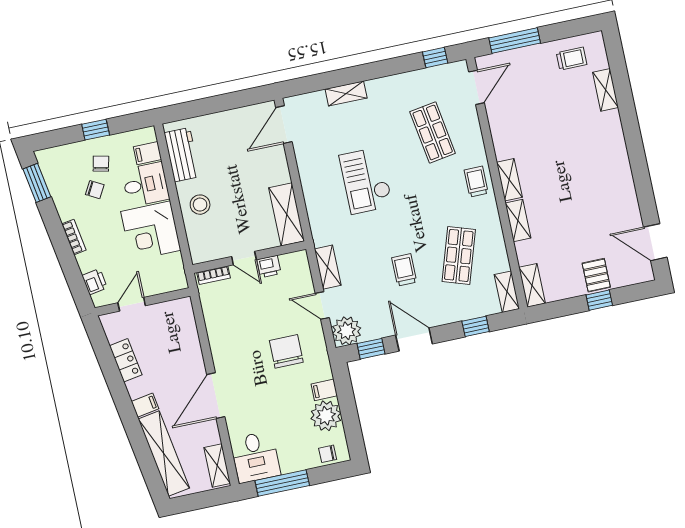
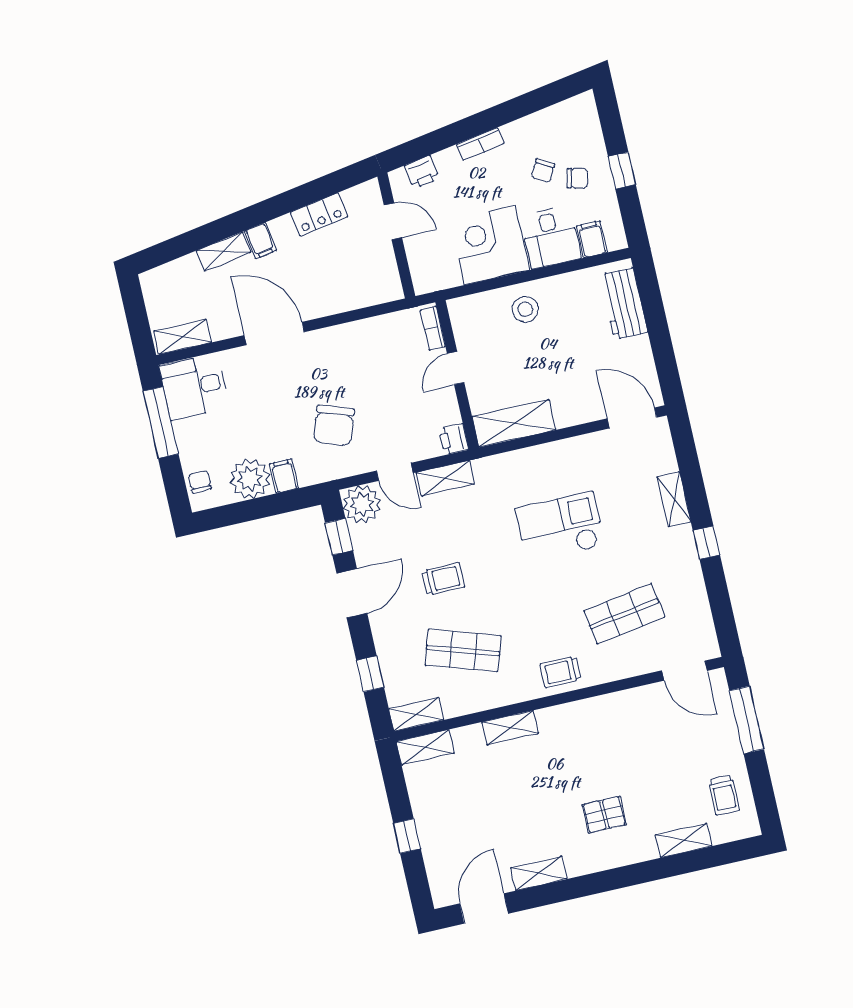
window: (435, 57) -> (706, 543), moved
workbench: (182, 155) -> (624, 304), moved, turned 90
shelving: (509, 180) -> (539, 873), moved
trolley: (476, 182) -> (561, 672), turned 180
window: (37, 183) -> (551, 94), removed
printer: (269, 267) -> (454, 439), moved
pallet: (596, 275) -> (604, 815), moved
door: (322, 305) -> (395, 472), swing flipped
chair: (286, 351) -> (334, 425), turned 109
shelving: (164, 453) -> (223, 251), width x0.45, depth x0.75

